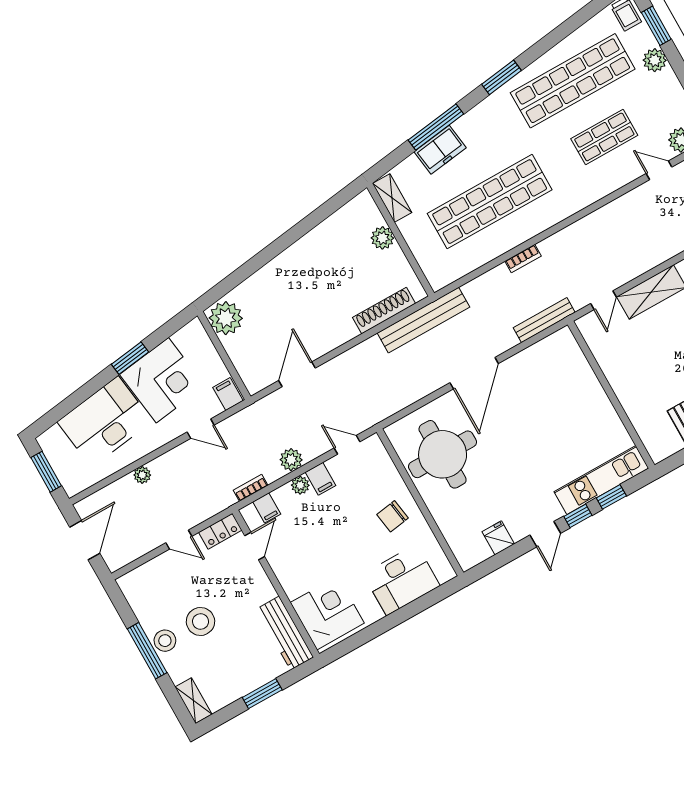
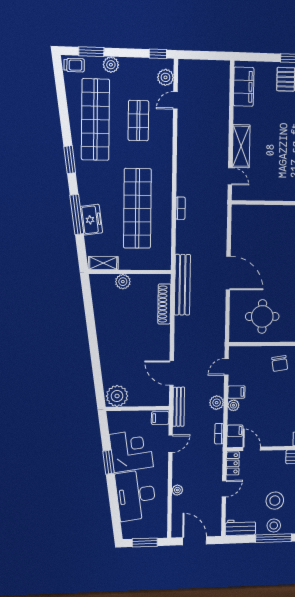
bench: (544, 320) -> (179, 407), moved
round table: (443, 454) -> (262, 316), width x0.73, depth x0.73
workbench: (137, 594) -> (240, 528), added

